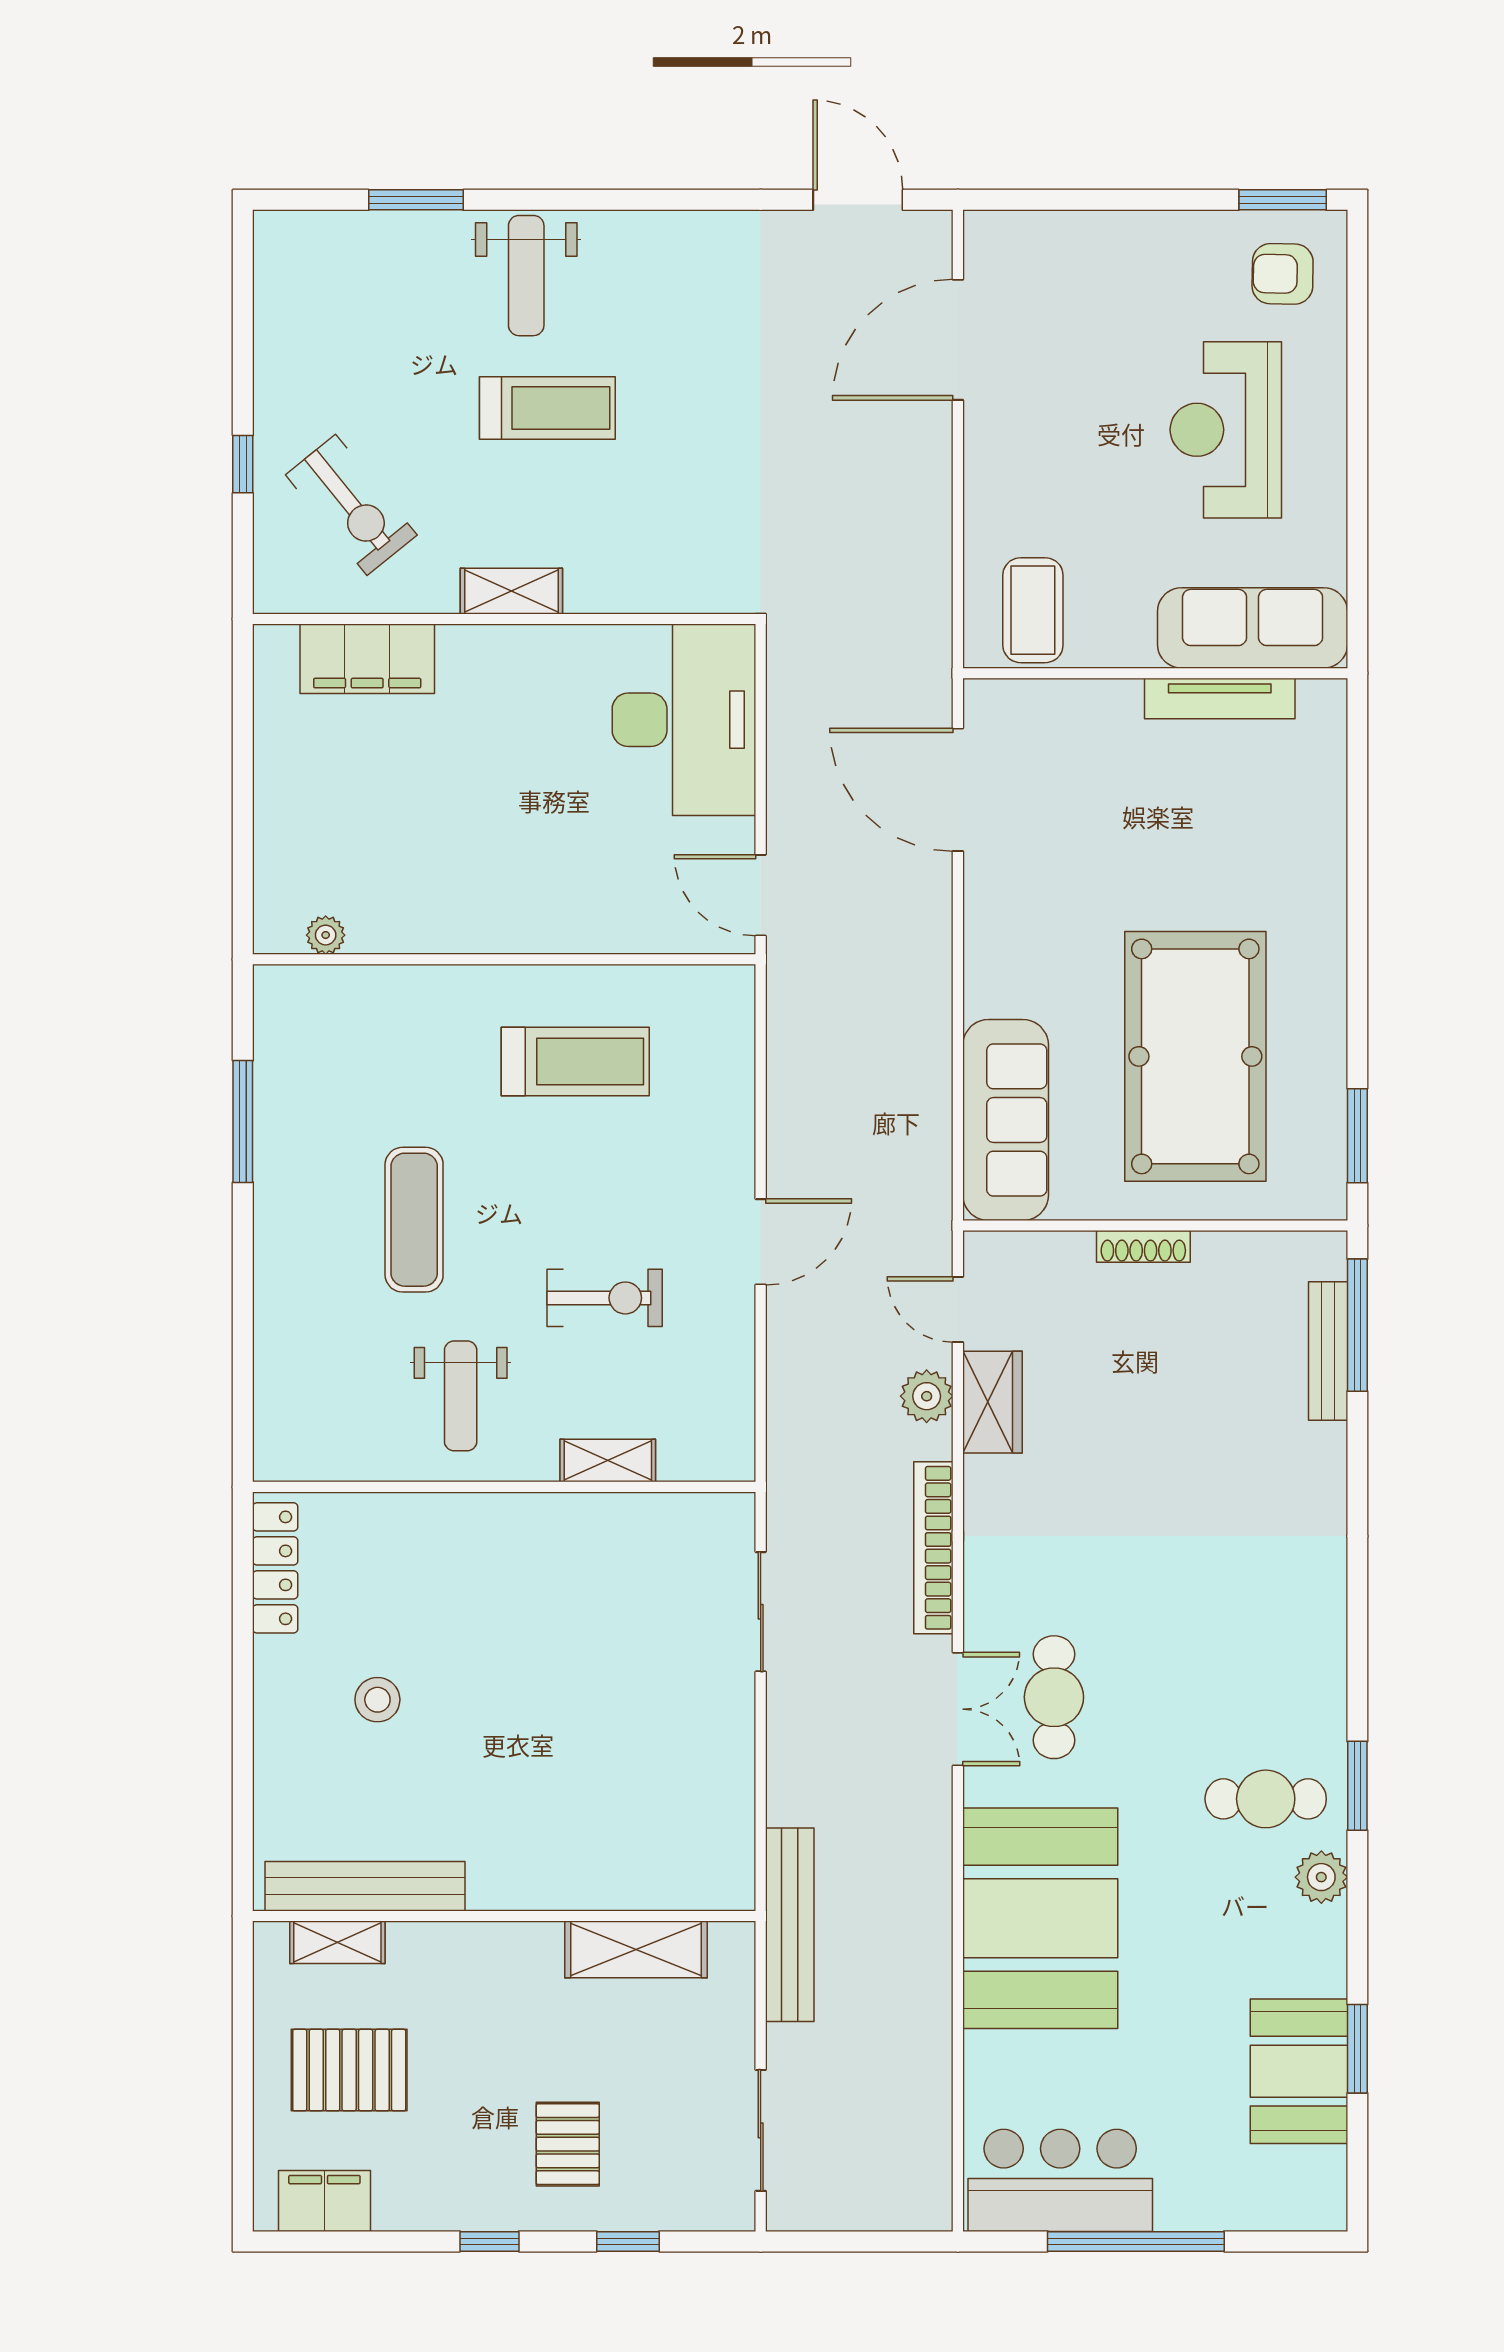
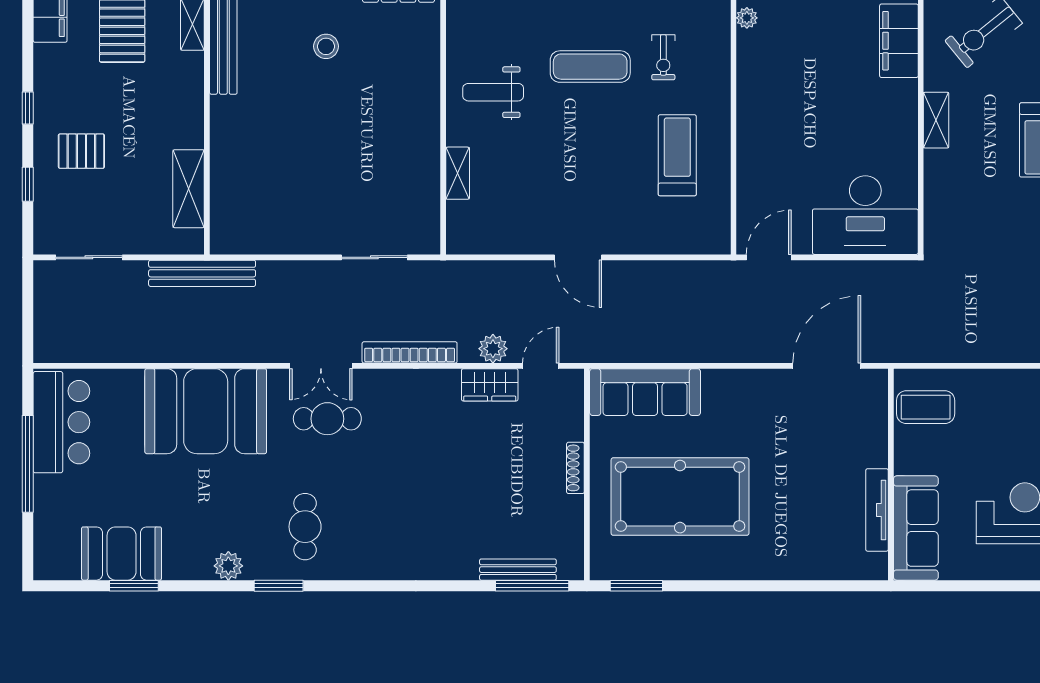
treadmill: (575, 1061) -> (677, 155), turned 180
exercise bike: (605, 1298) -> (663, 57), moved, width x0.73, depth x0.72
cafe table: (1266, 1799) -> (305, 527), moved

